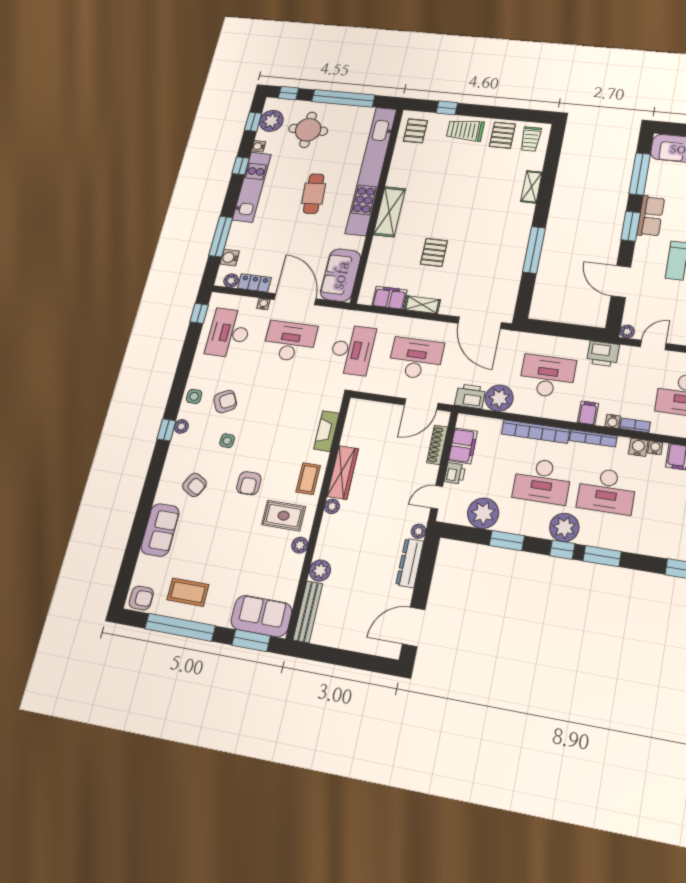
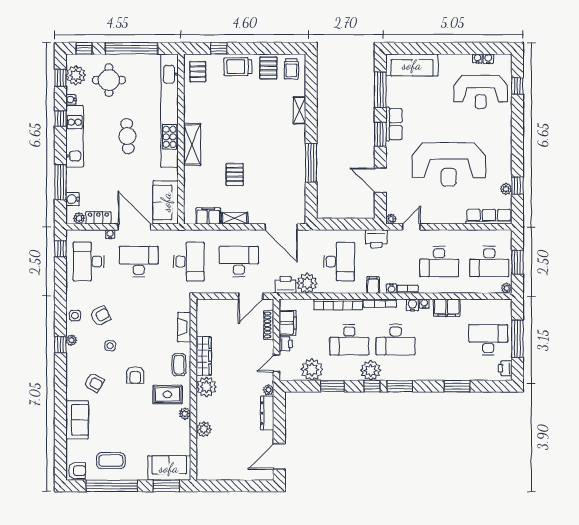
desk: (547, 376) -> (339, 262), turned 90
plant: (332, 506) -> (206, 387), width x1.88, depth x1.88
bench: (308, 612) -> (202, 459), removed

